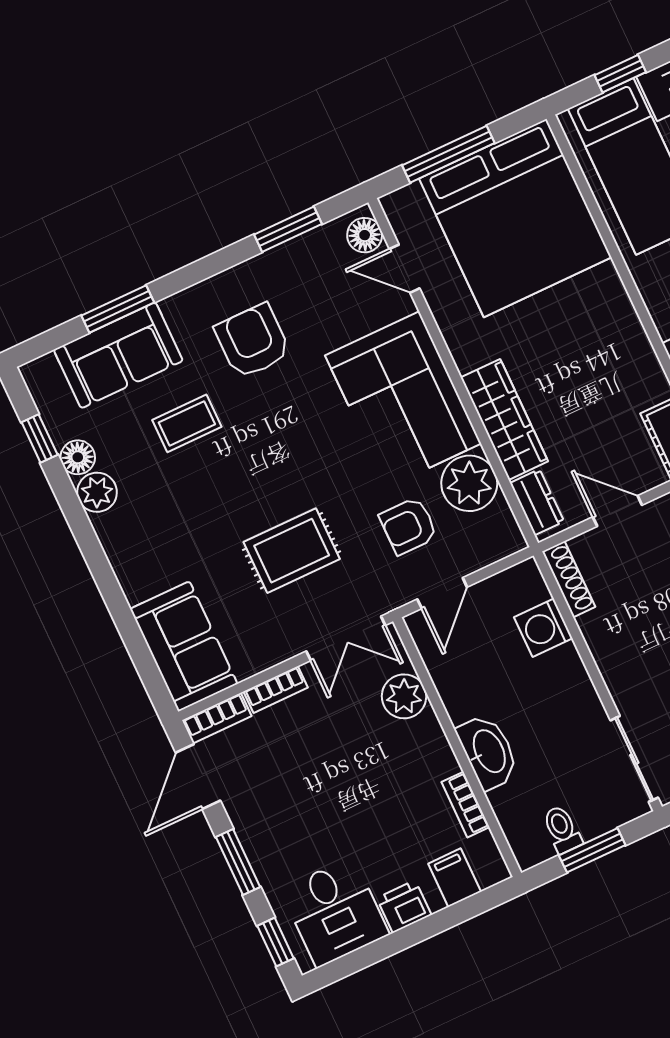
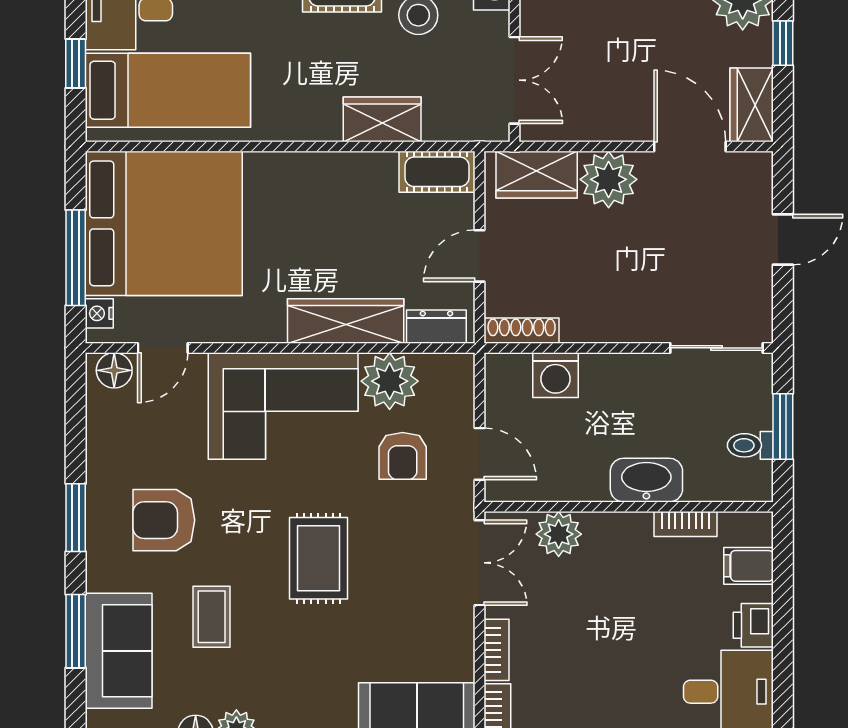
nightstand: (409, 198) -> (99, 313), added
window: (288, 229) -> (76, 518), moved
rug: (292, 551) -> (318, 558), moved

